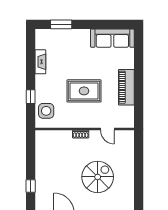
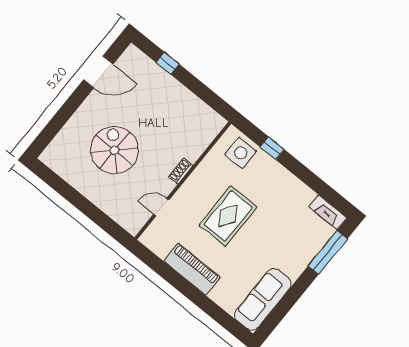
window: (61, 24) -> (328, 253), width x1.44
fireplace: (40, 62) -> (328, 212), moved
spiral stairs: (98, 177) -> (114, 150), turned 180

